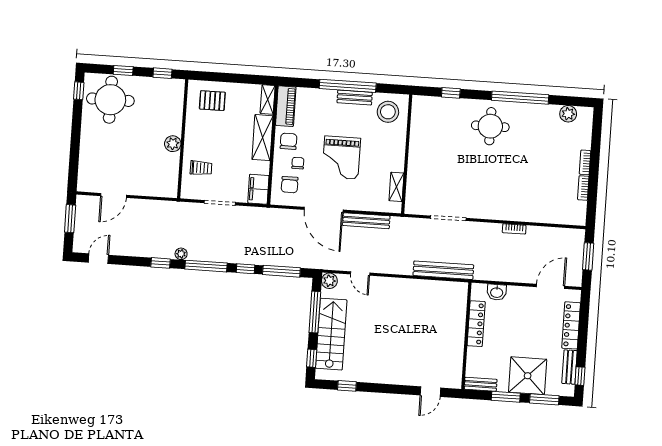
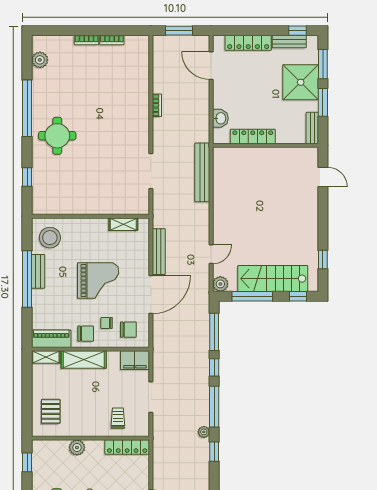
chair: (289, 141) -> (86, 334), turned 180
plant: (173, 144) -> (77, 448), moved
locker: (171, 175) -> (127, 447), added

